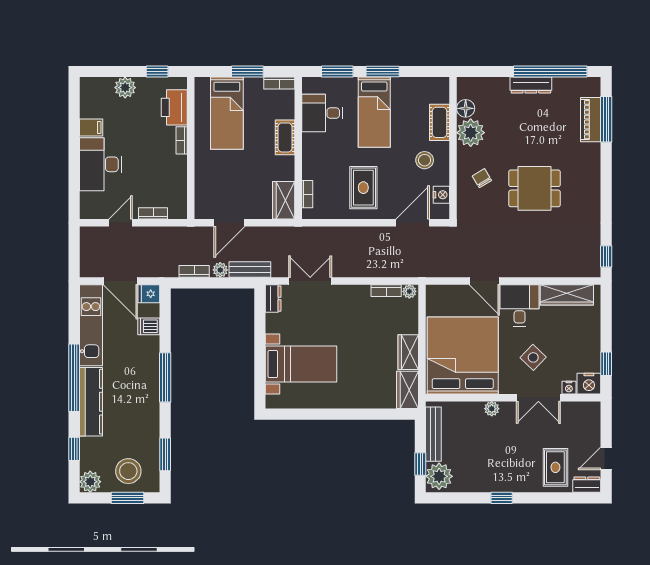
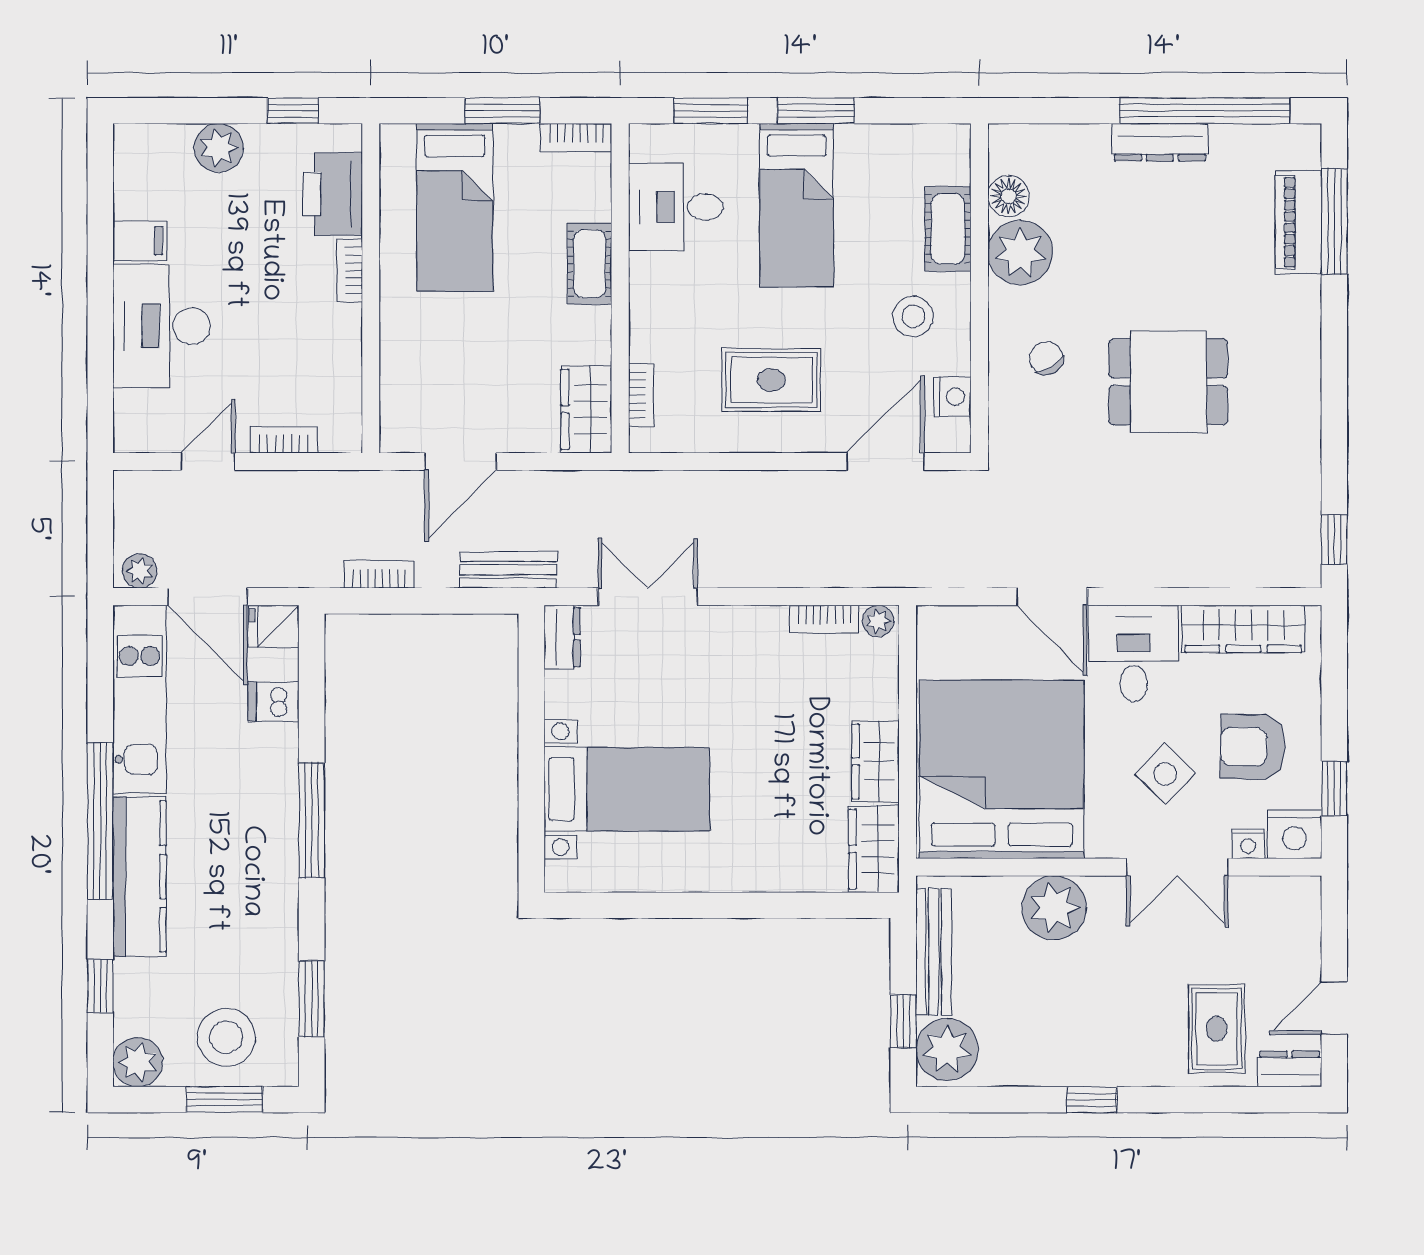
rug: (363, 188) -> (771, 380), turned 90
plant: (220, 270) -> (140, 571), moved
armchair: (571, 346) -> (1253, 747), added
plant: (492, 409) -> (1054, 908), width x1.87, depth x1.87

